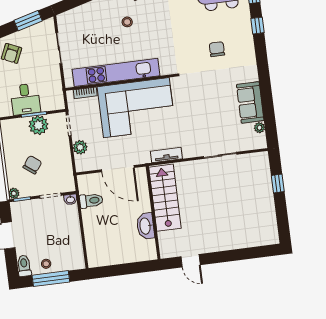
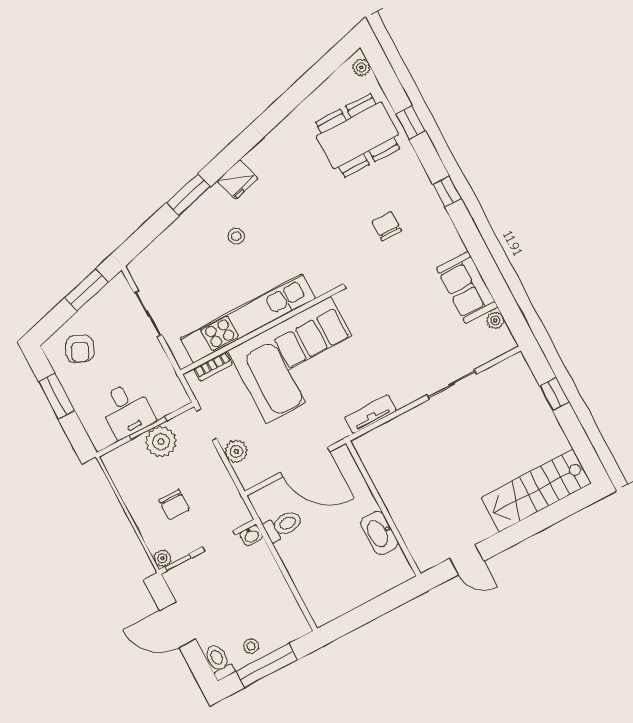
window: (257, 26) -> (447, 192), moved
chair: (32, 165) -> (174, 505), turned 143
stairs: (165, 198) -> (536, 491), moved, turned -90

